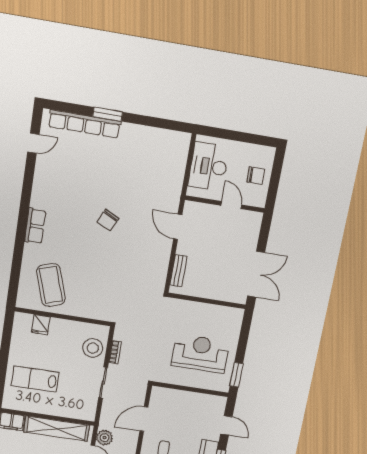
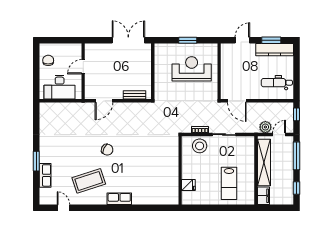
row of seats: (85, 124) -> (45, 175), width x0.50
chair: (256, 176) -> (48, 60), moved
coffee table: (51, 285) -> (89, 181), moved
reception desk: (200, 354) -> (192, 69), turned 90
window: (236, 375) -> (188, 40), moved
door: (144, 419) -> (237, 101), moved

